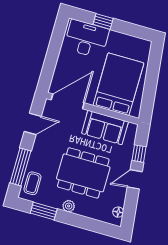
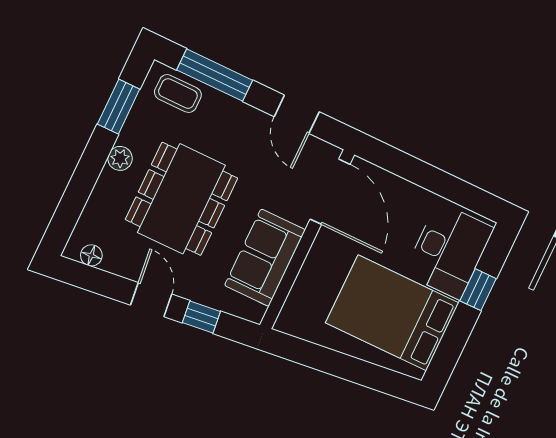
bed: (118, 84) -> (392, 313), moved, turned 180

